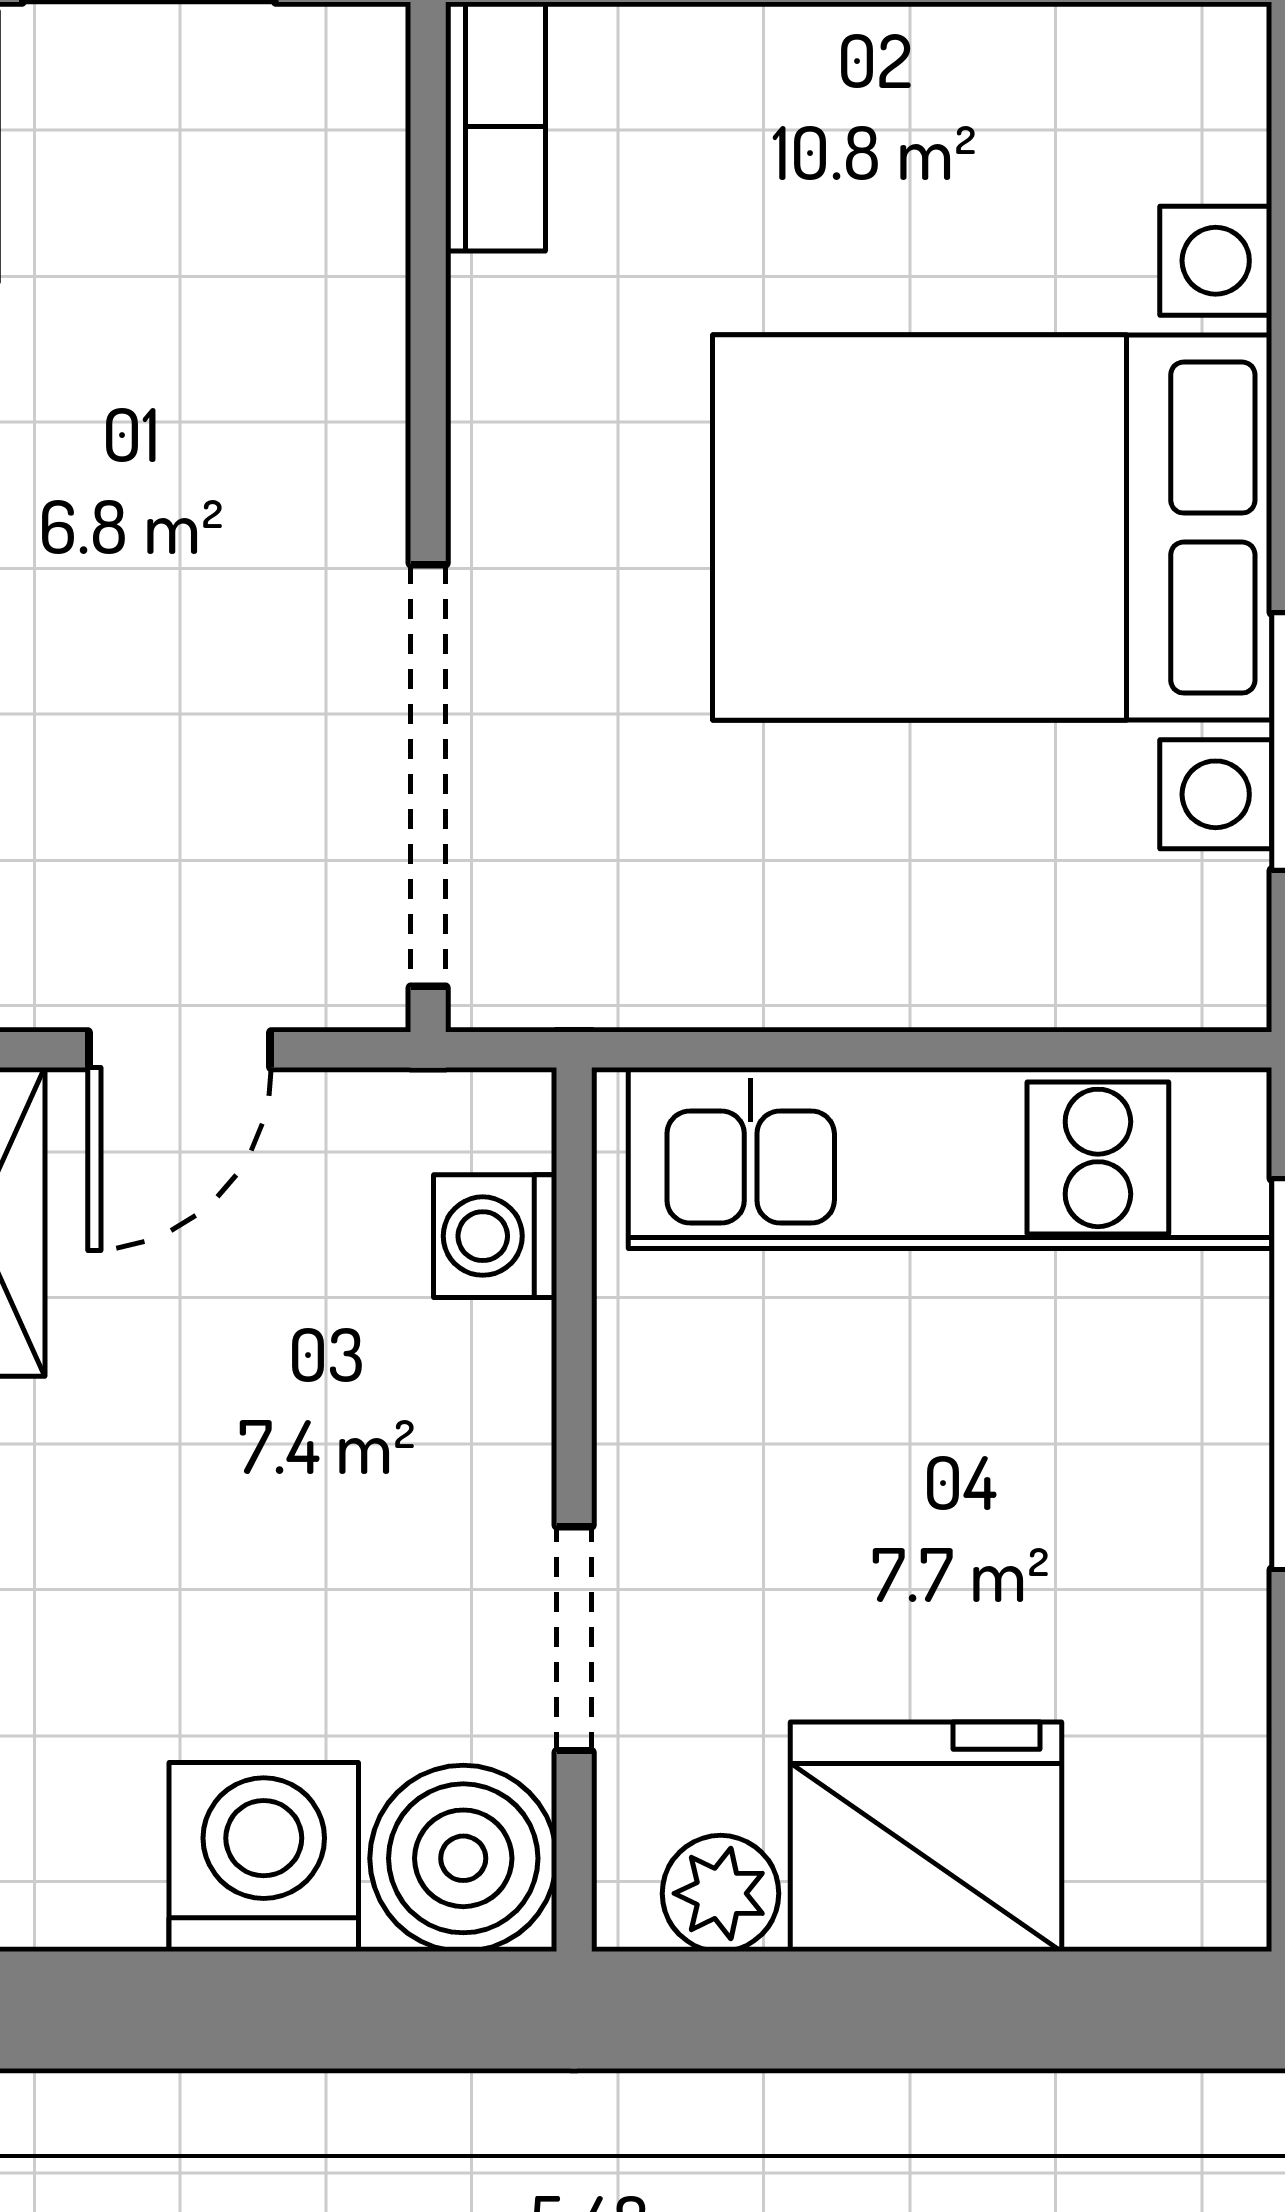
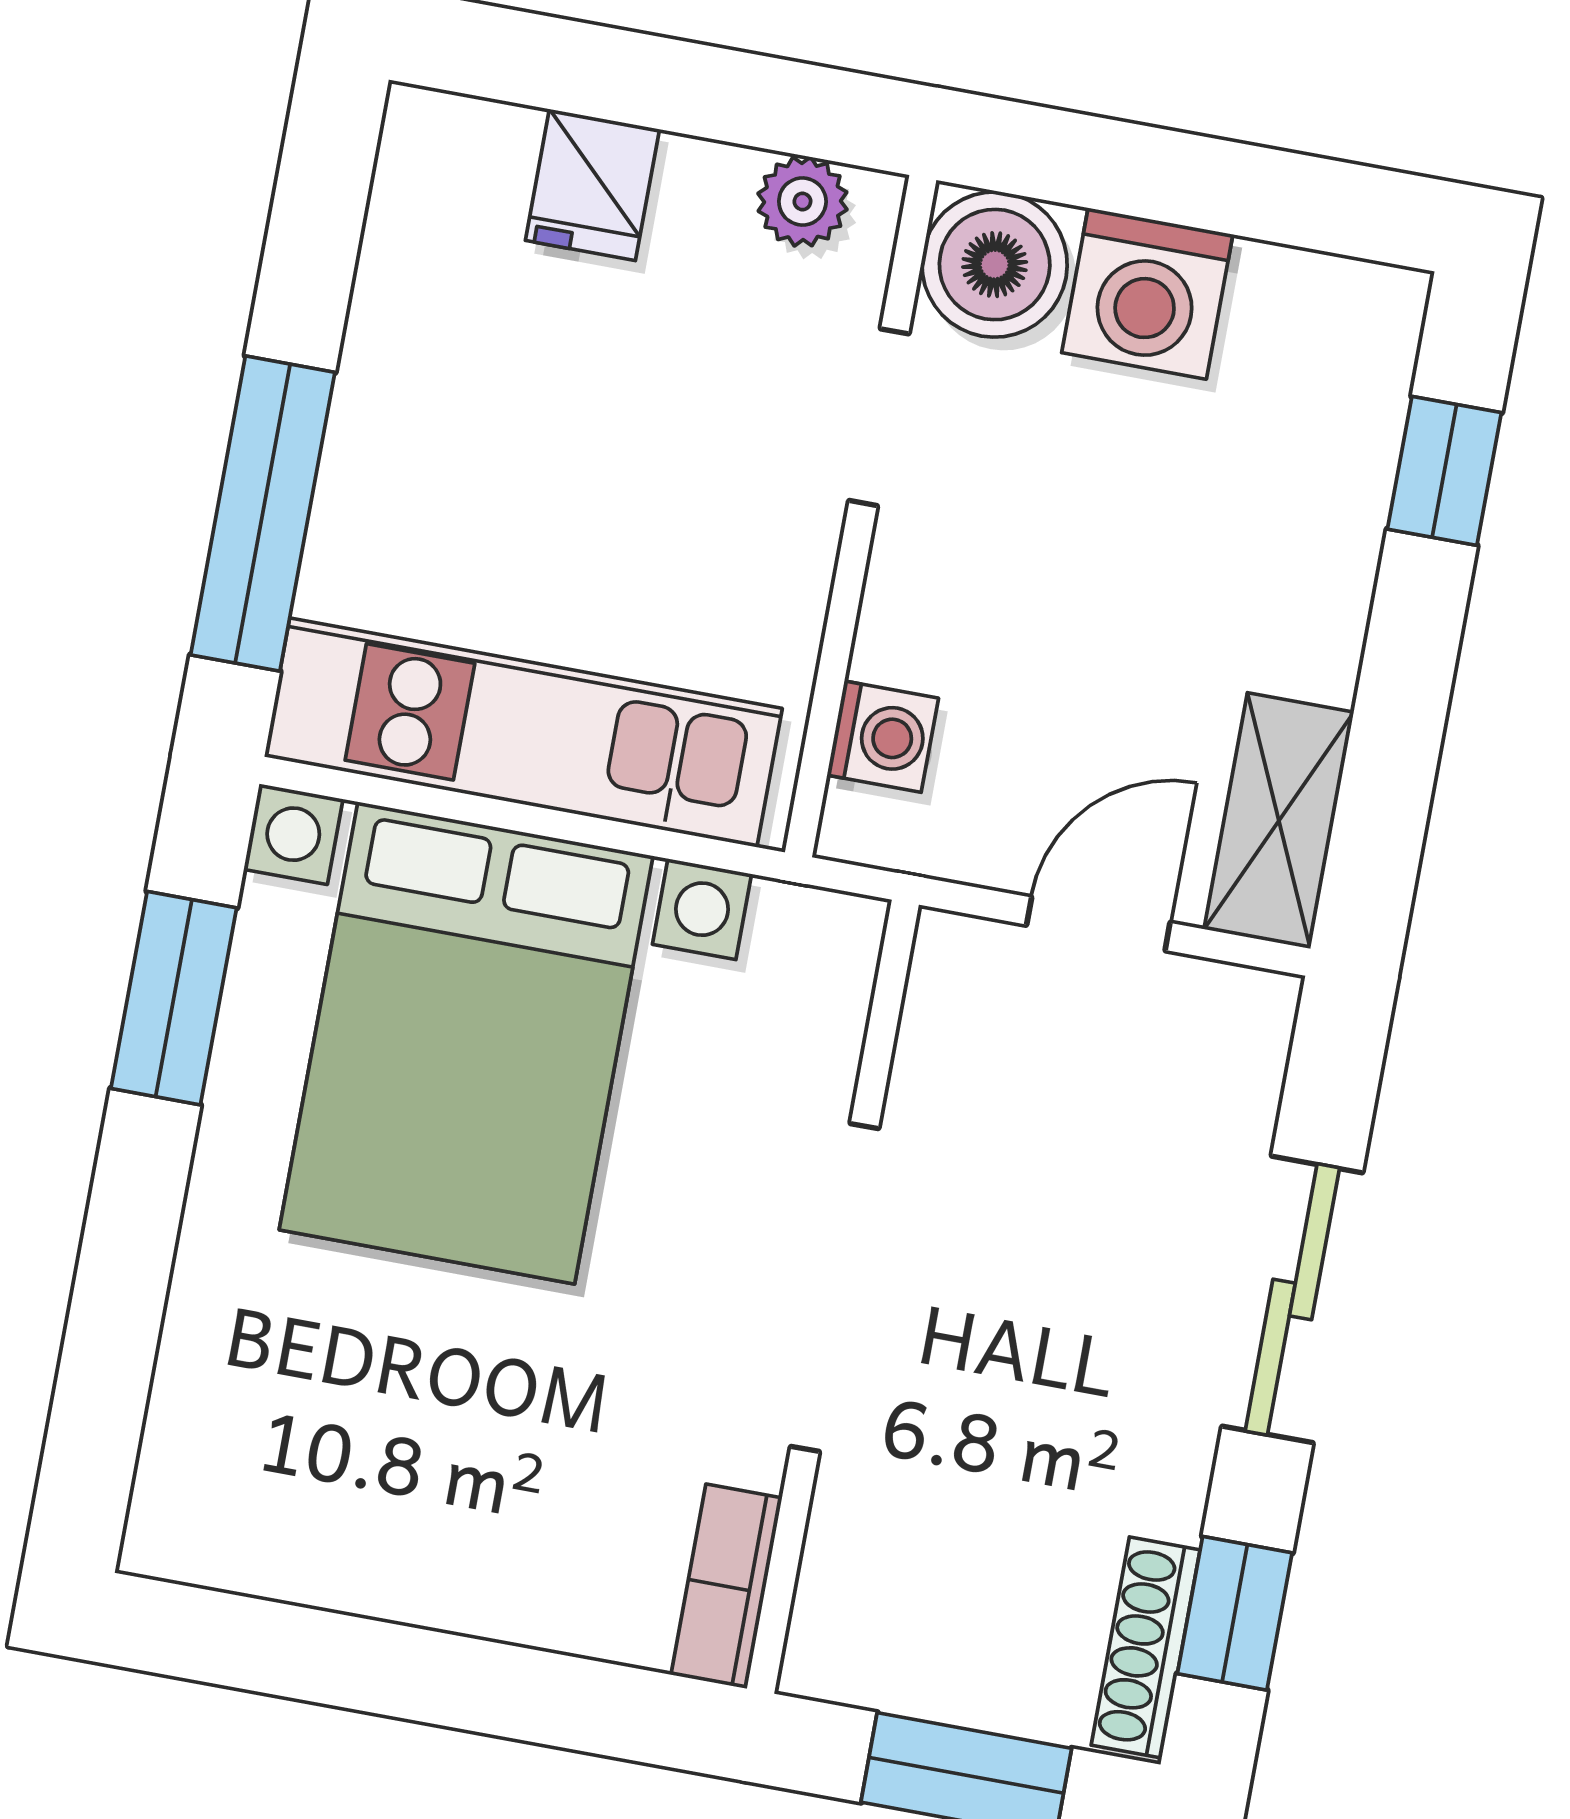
bed with nightstands: (992, 528) -> (466, 1043), moved, turned 90
doorway: (428, 776) -> (835, 1288), moved
fridge: (926, 1837) -> (592, 185), width x0.53, depth x0.75

